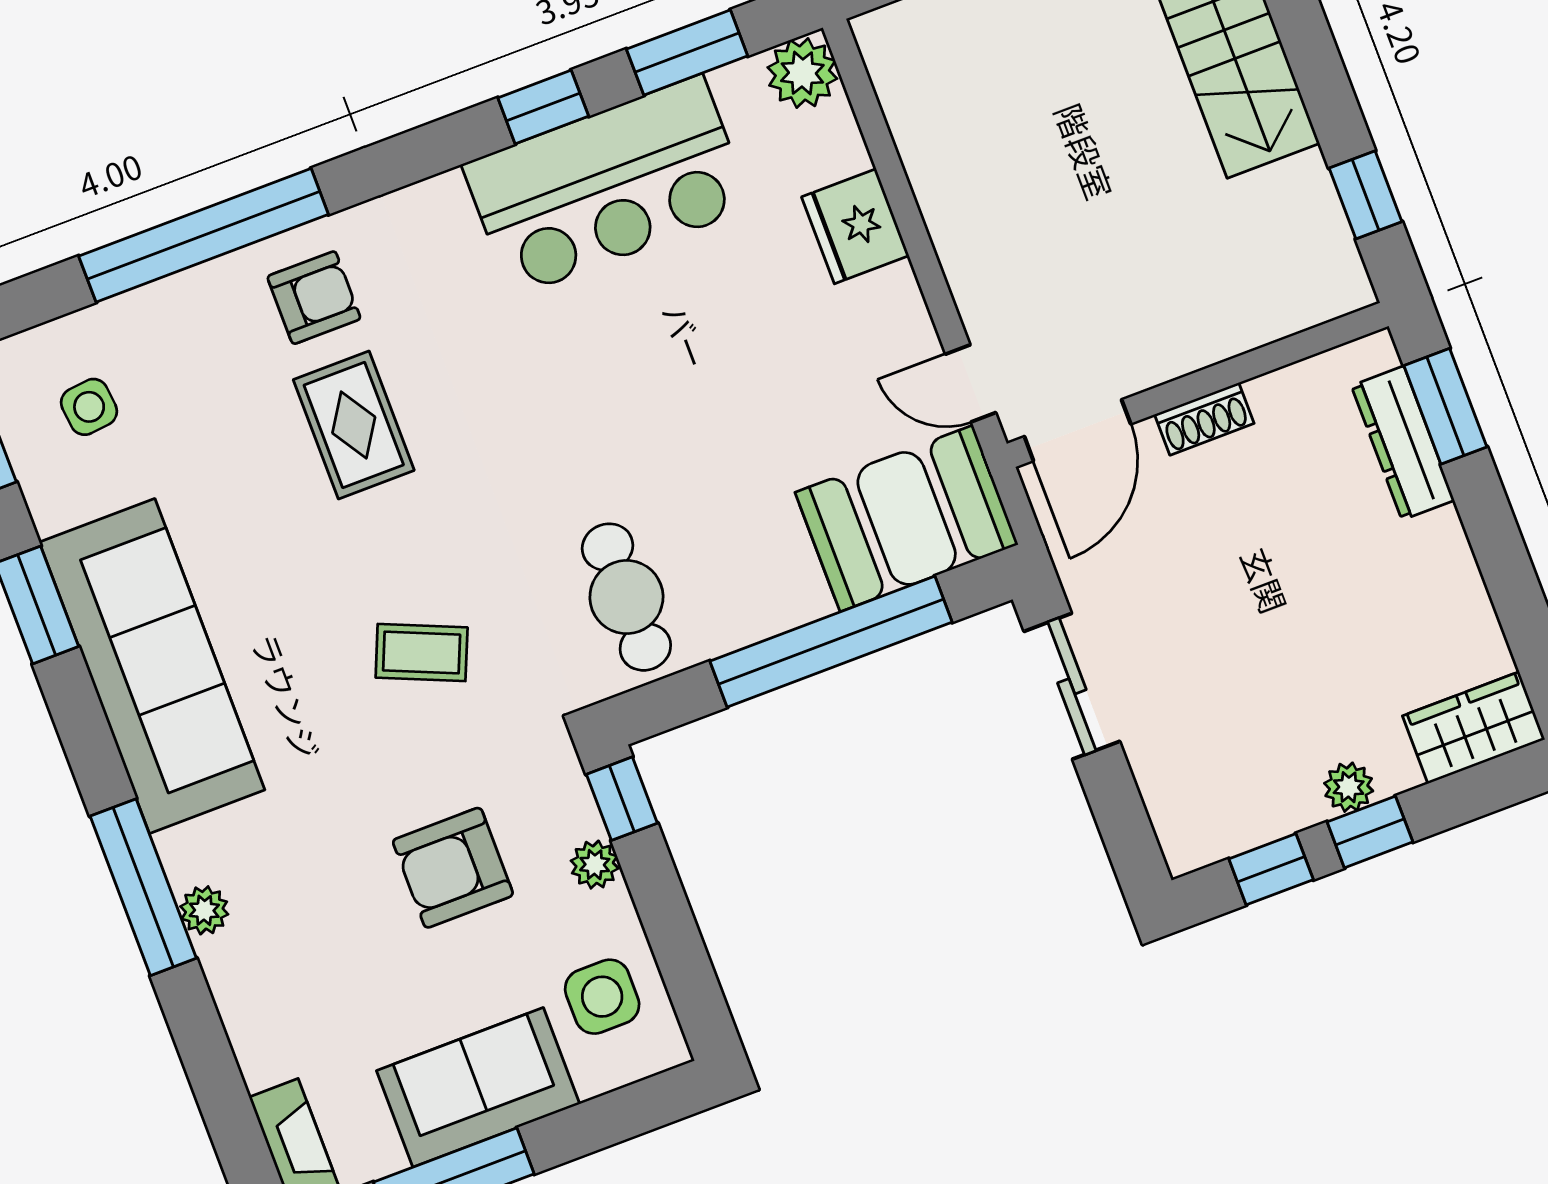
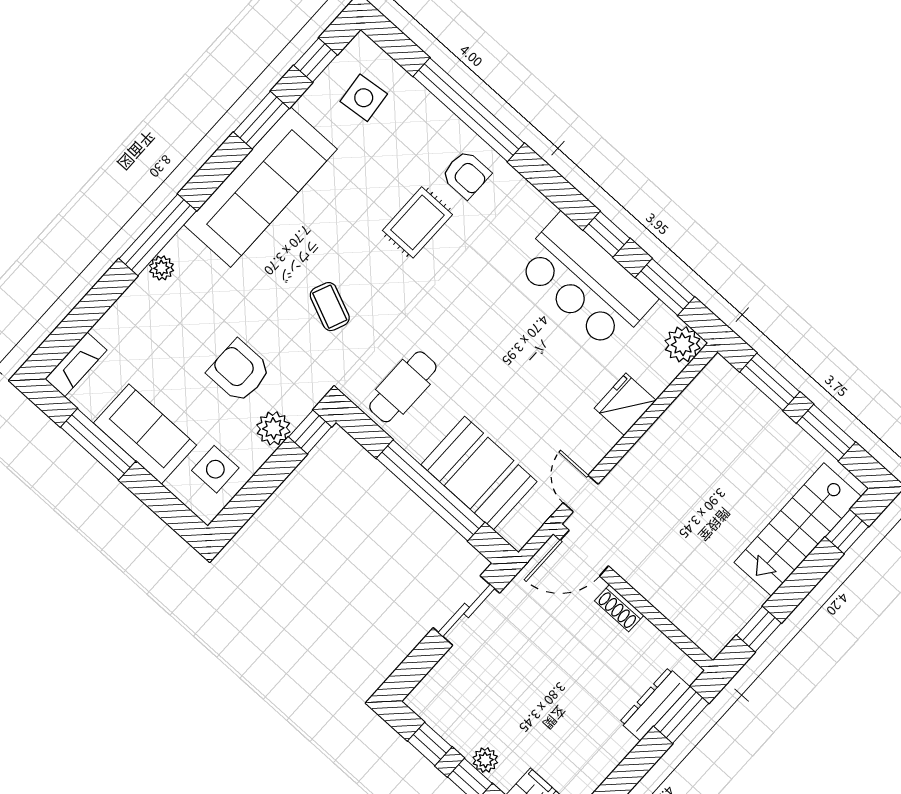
side table: (89, 407) -> (364, 98), width x1.37, depth x1.37
booth: (907, 518) -> (479, 473), moved
plant: (595, 865) -> (273, 428), width x1.38, depth x1.38

